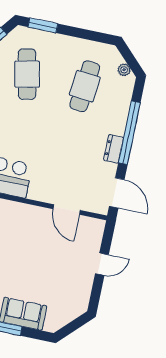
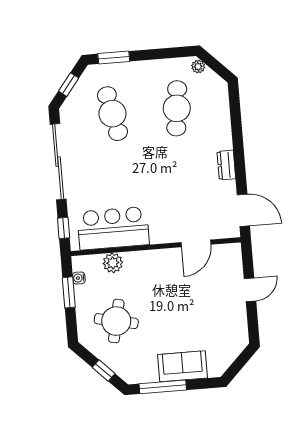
plant: (124, 70) -> (198, 67), moved
window: (129, 133) -> (238, 143), removed
door: (67, 210) -> (196, 243), hinge flipped

